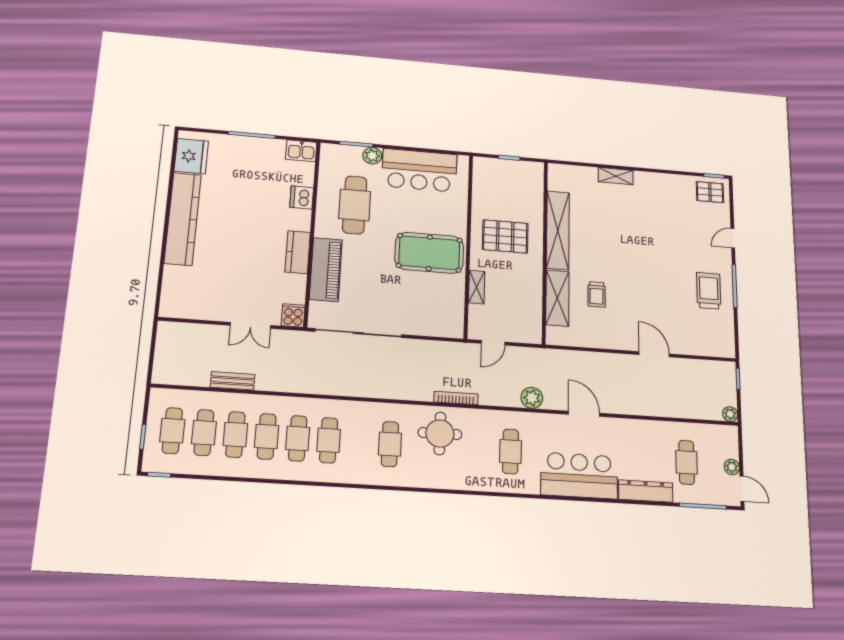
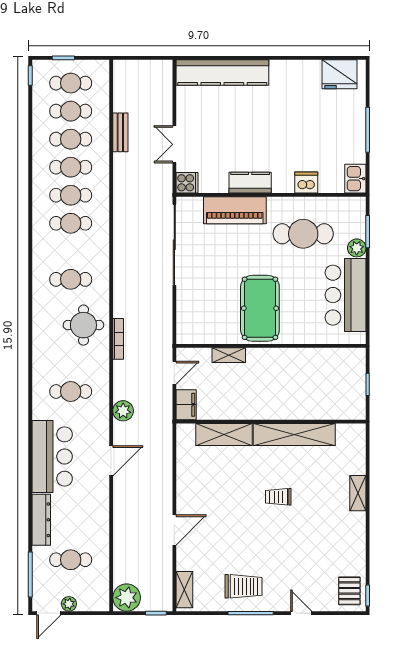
kitchen counter: (183, 219) -> (222, 73), moved
pallet: (505, 236) -> (283, 382), removed
trolley: (597, 294) -> (278, 497), moved
filing cabinet: (526, 333) -> (186, 405), added
door: (493, 343) -> (174, 373), swing flipped
shelving: (714, 349) -> (184, 590), added
plant: (730, 414) -> (127, 598), width x1.88, depth x1.88

